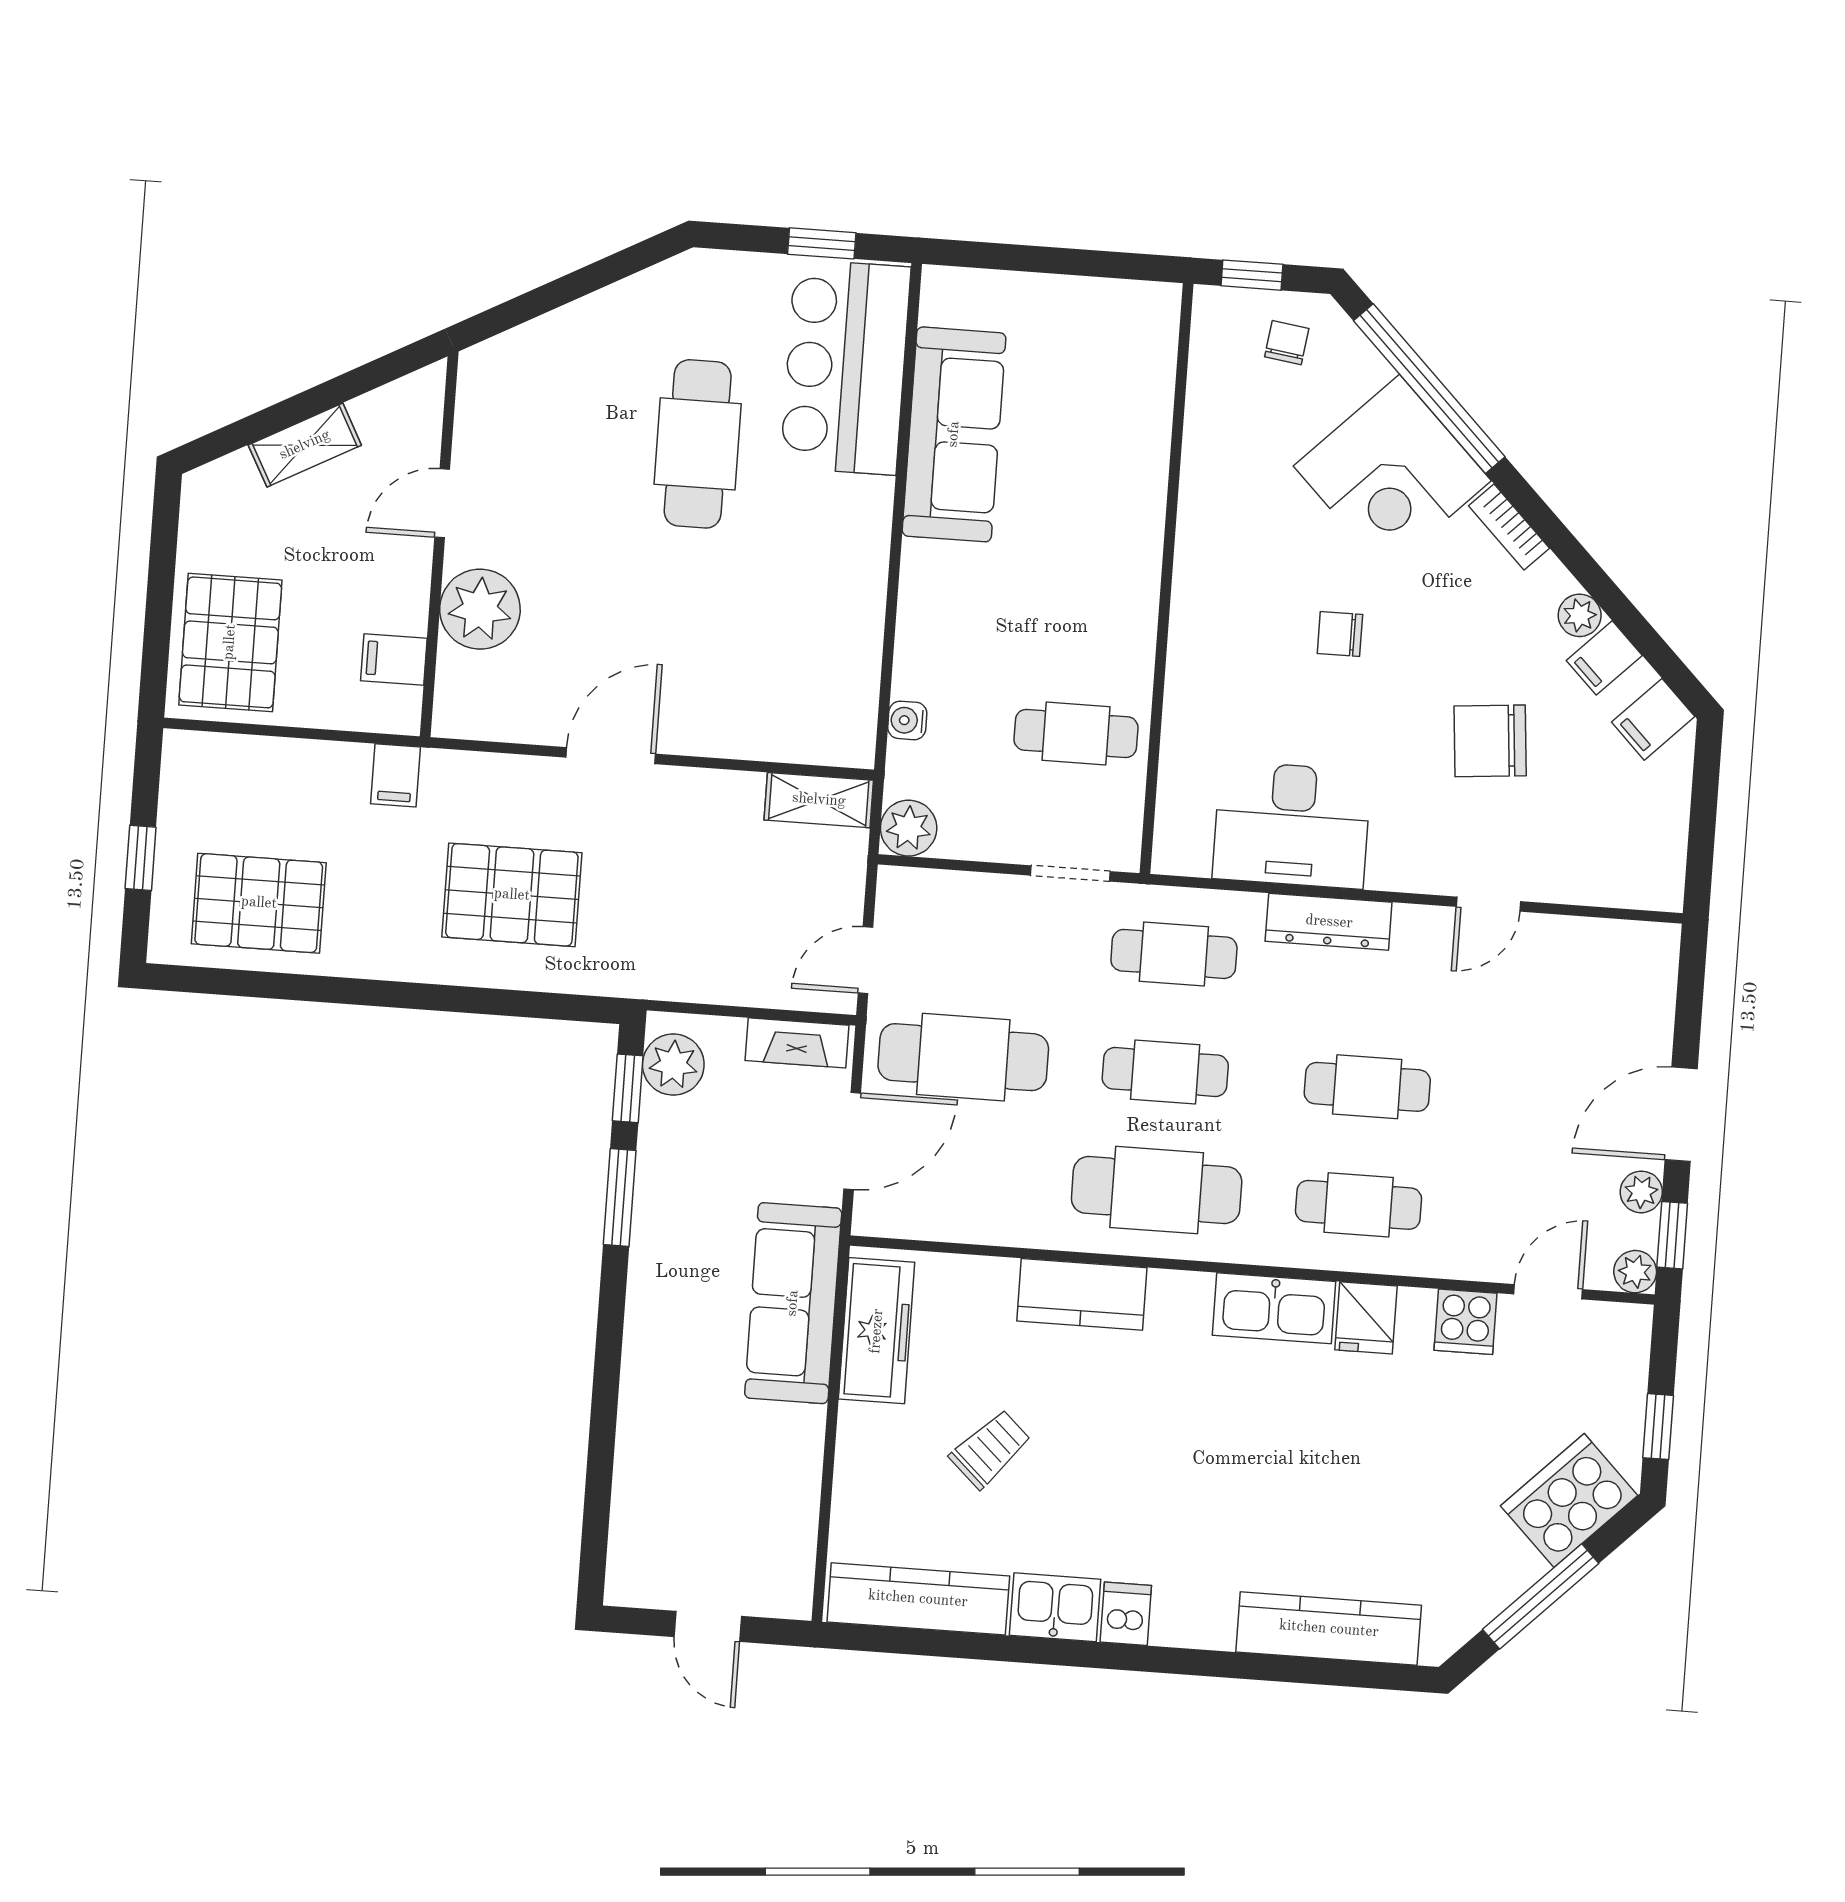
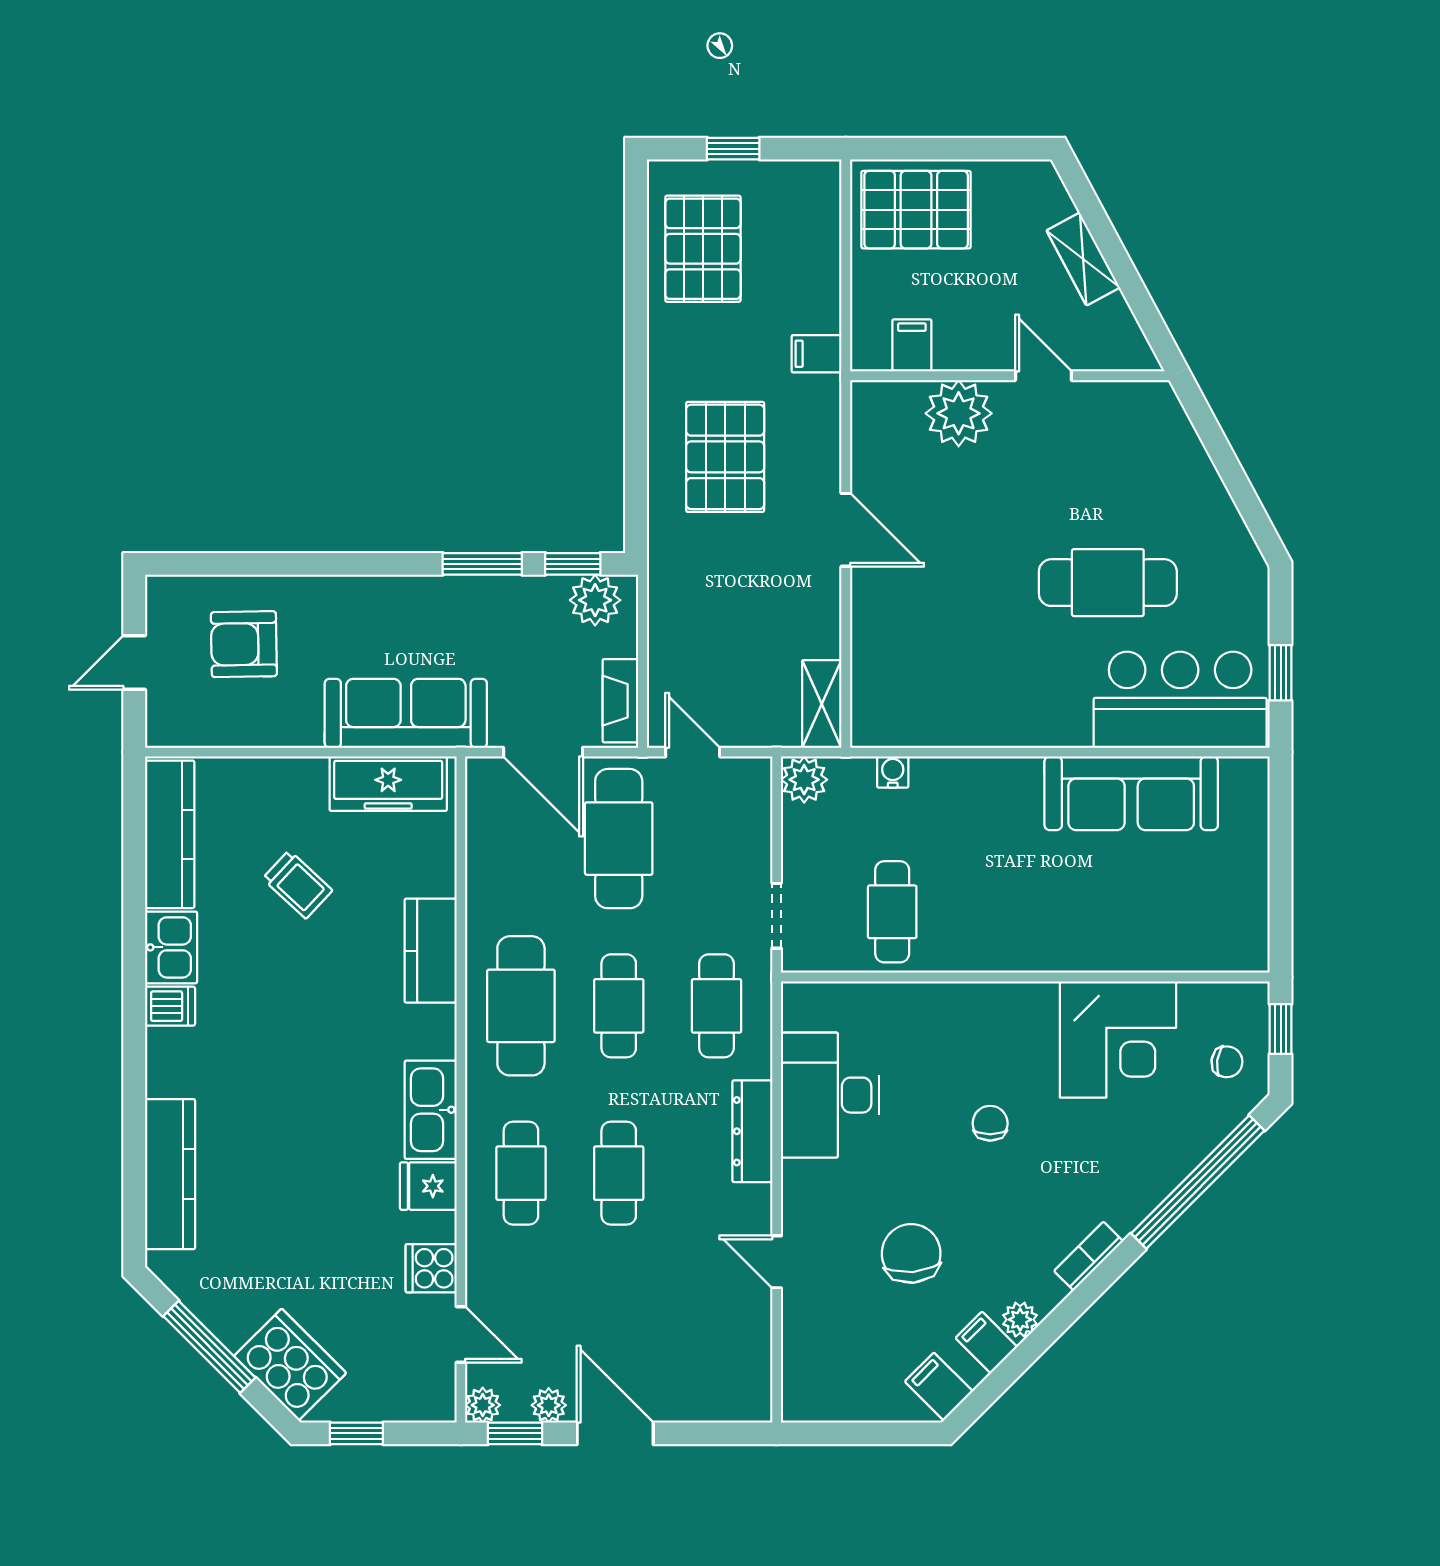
corner desk: (1392, 473) -> (1118, 1039), moved, turned -135
armchair: (695, 1493) -> (244, 644), added

